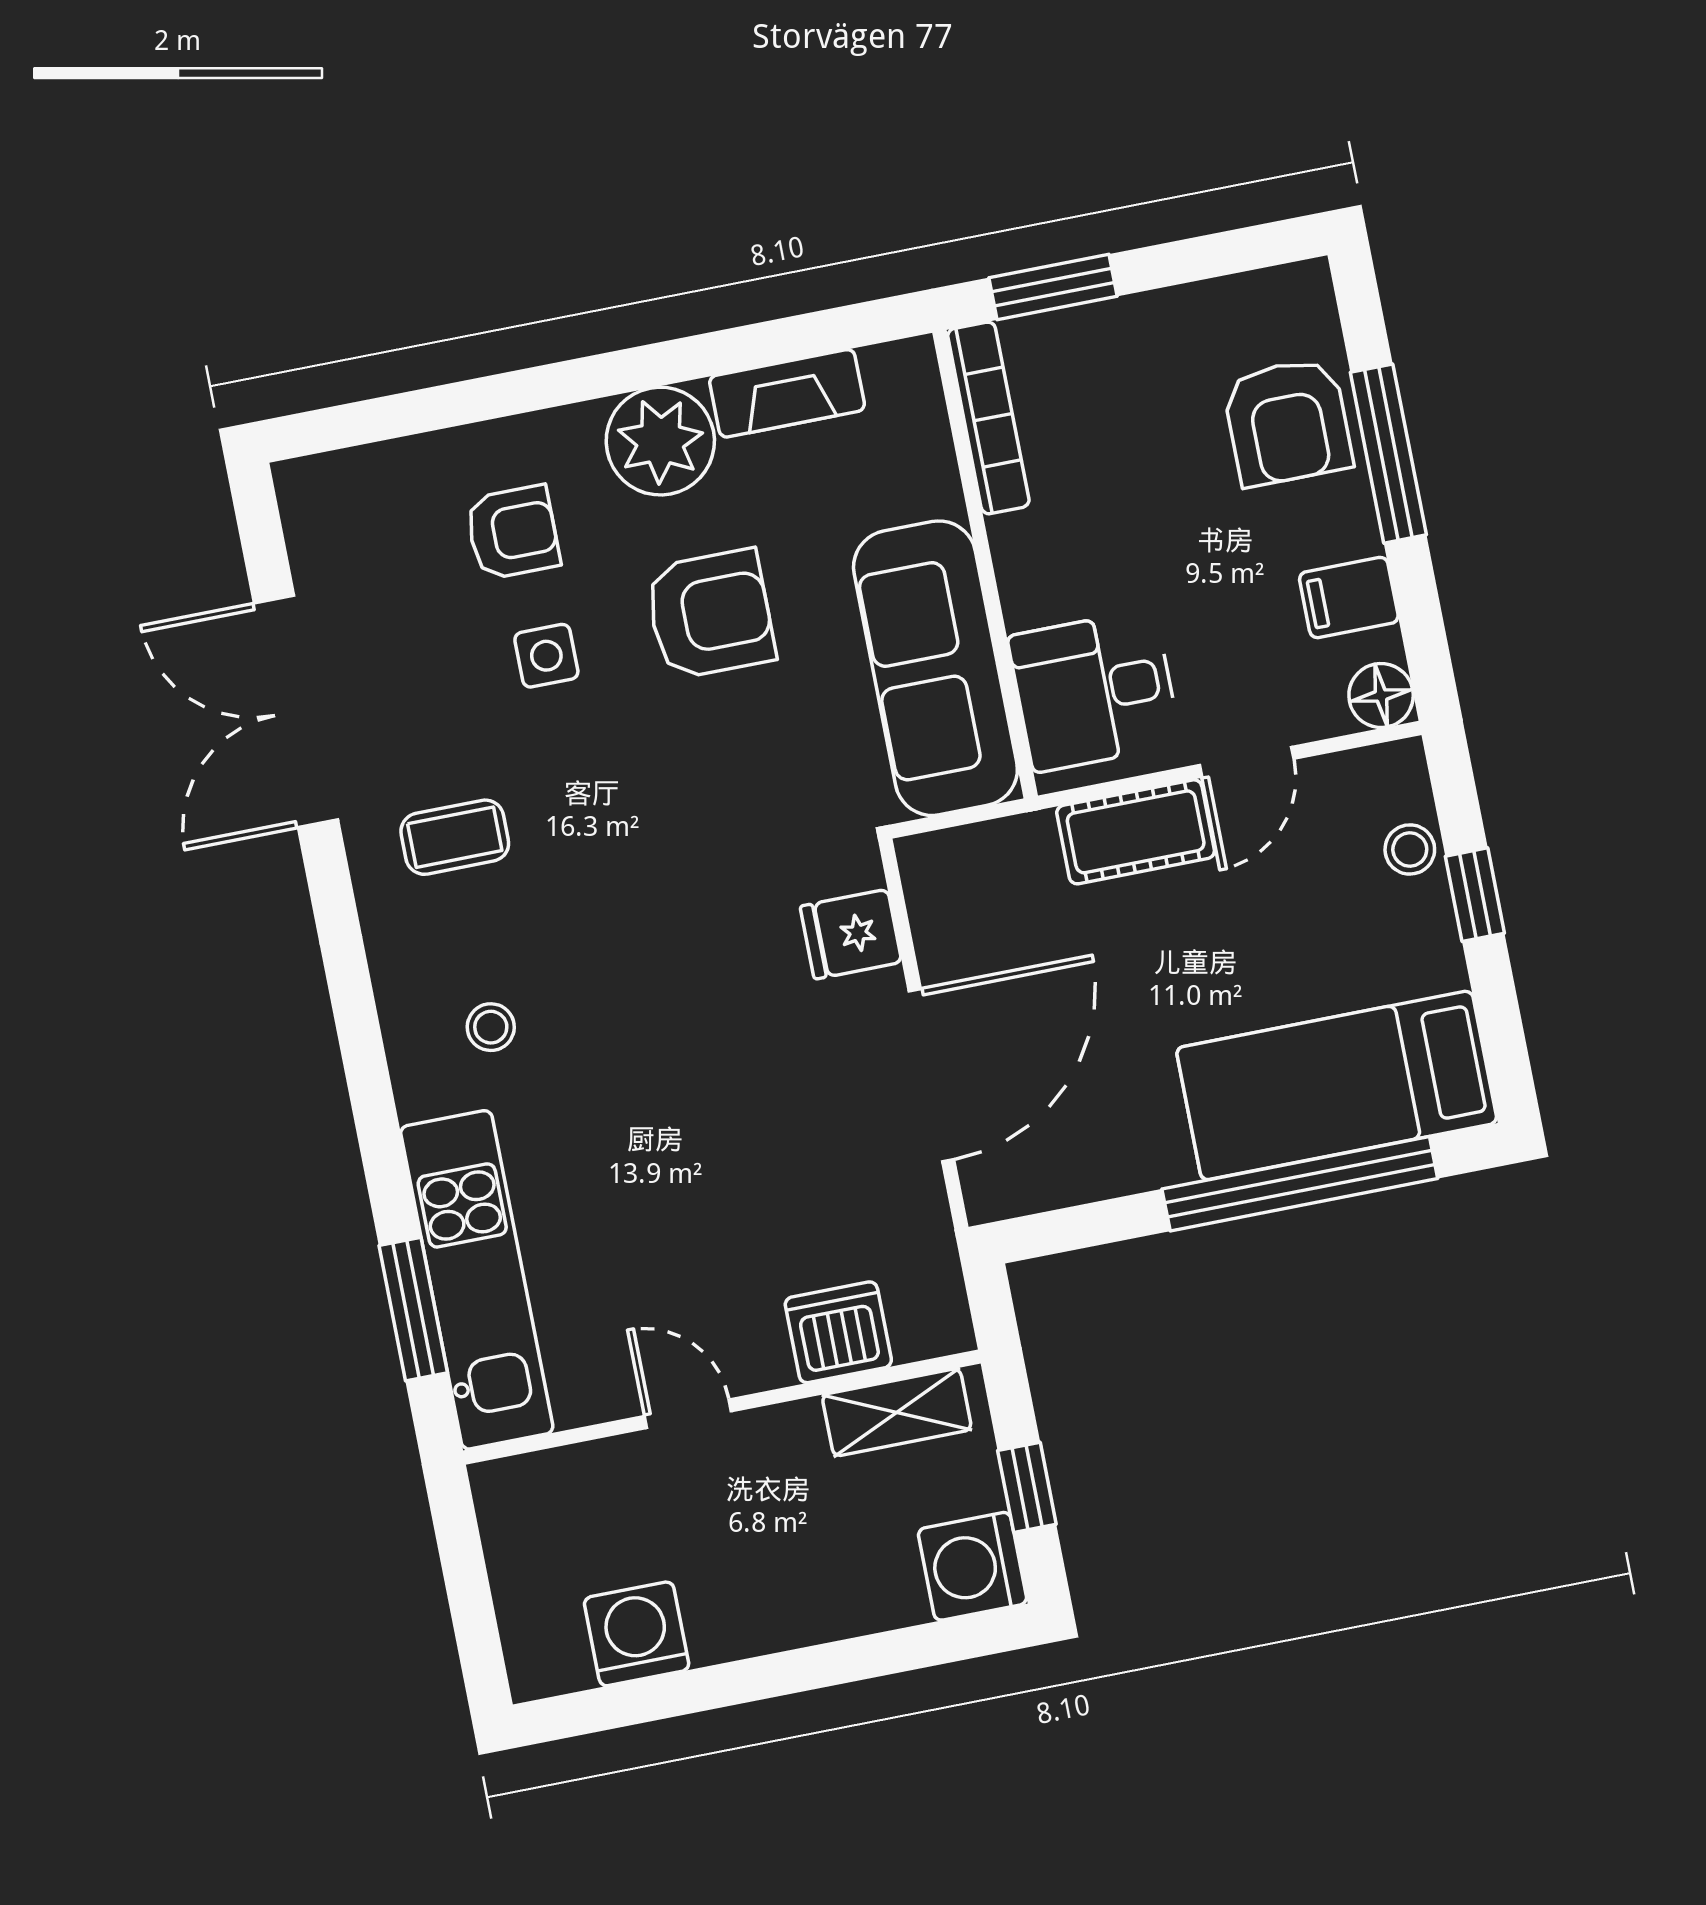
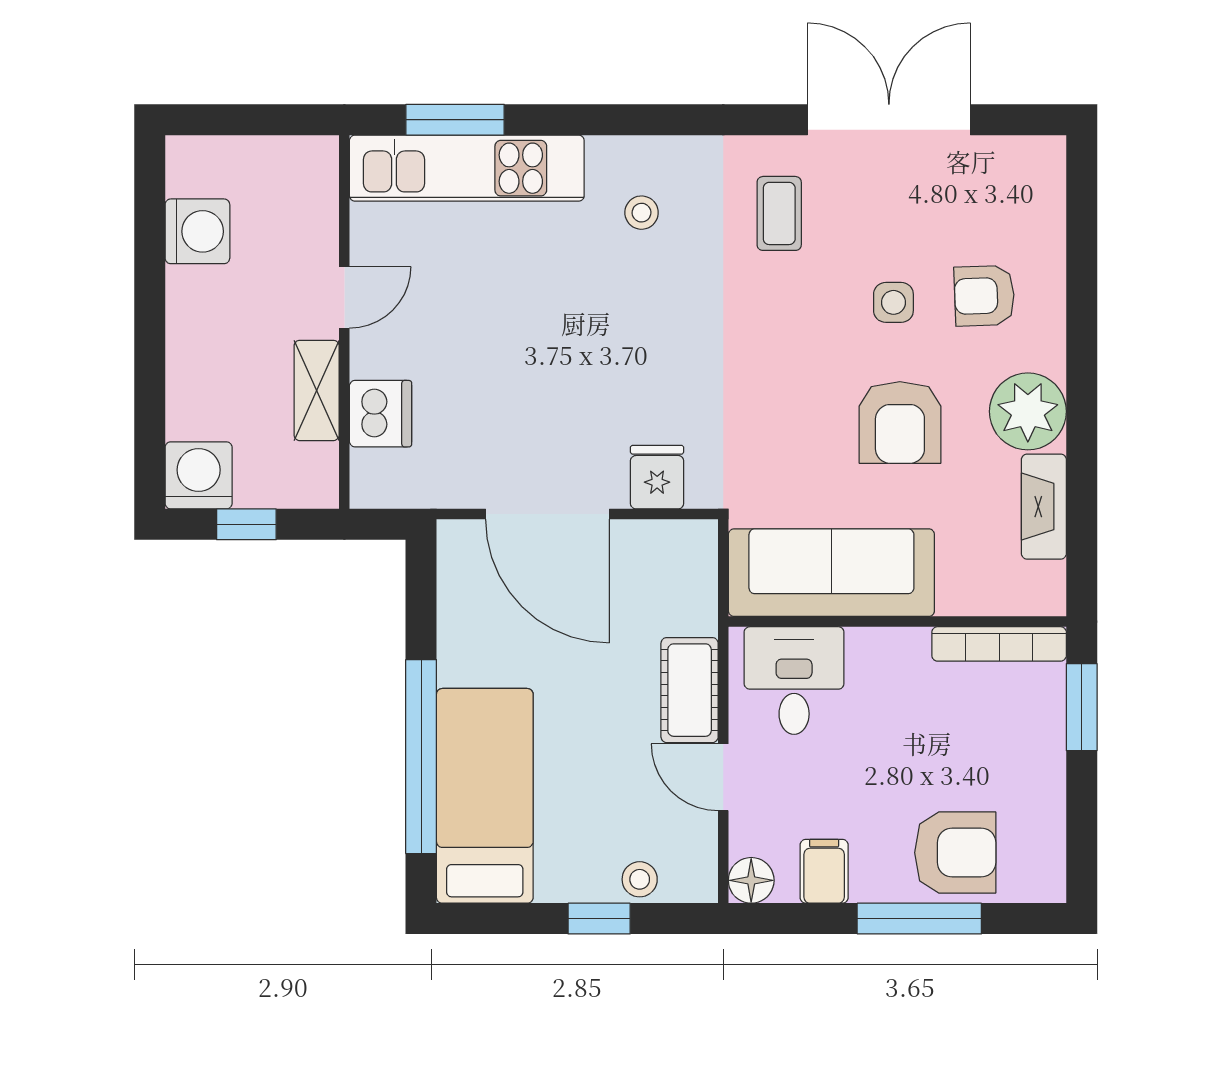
armchair: (1288, 422) -> (955, 853), turned 180
armchair: (513, 532) -> (984, 296), turned 88
shelving: (897, 1412) -> (317, 390), moved

